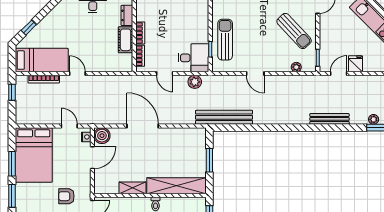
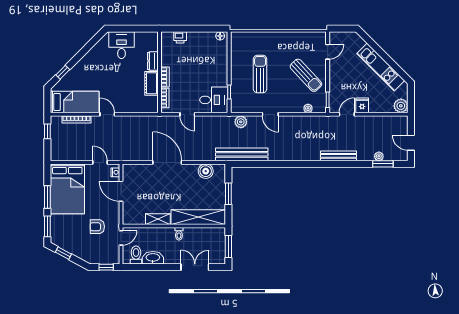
sun lounger: (225, 40) -> (260, 74), moved
plant: (195, 82) -> (241, 122), moved
boiler: (102, 136) -> (206, 171), moved
door: (92, 158) -> (121, 191), swing flipped

